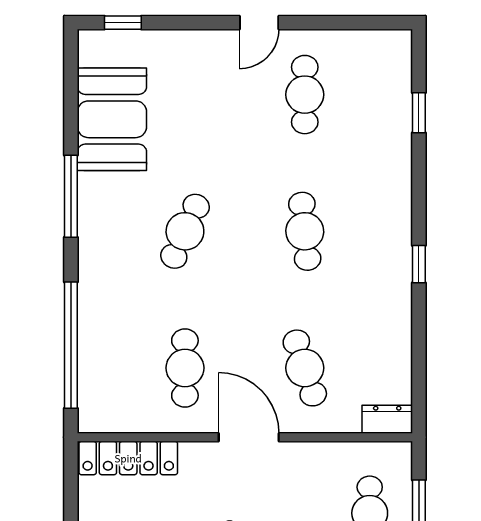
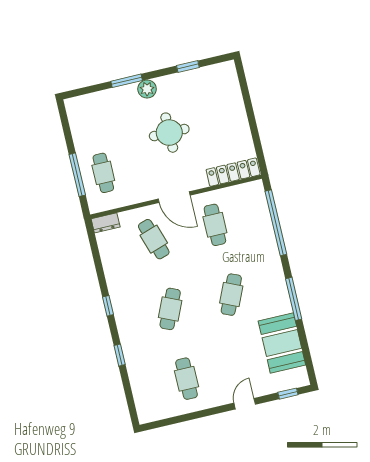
door: (259, 23) -> (245, 404), moved
window: (419, 113) -> (120, 355), moved
cafe table: (305, 231) -> (170, 309), turned 30

